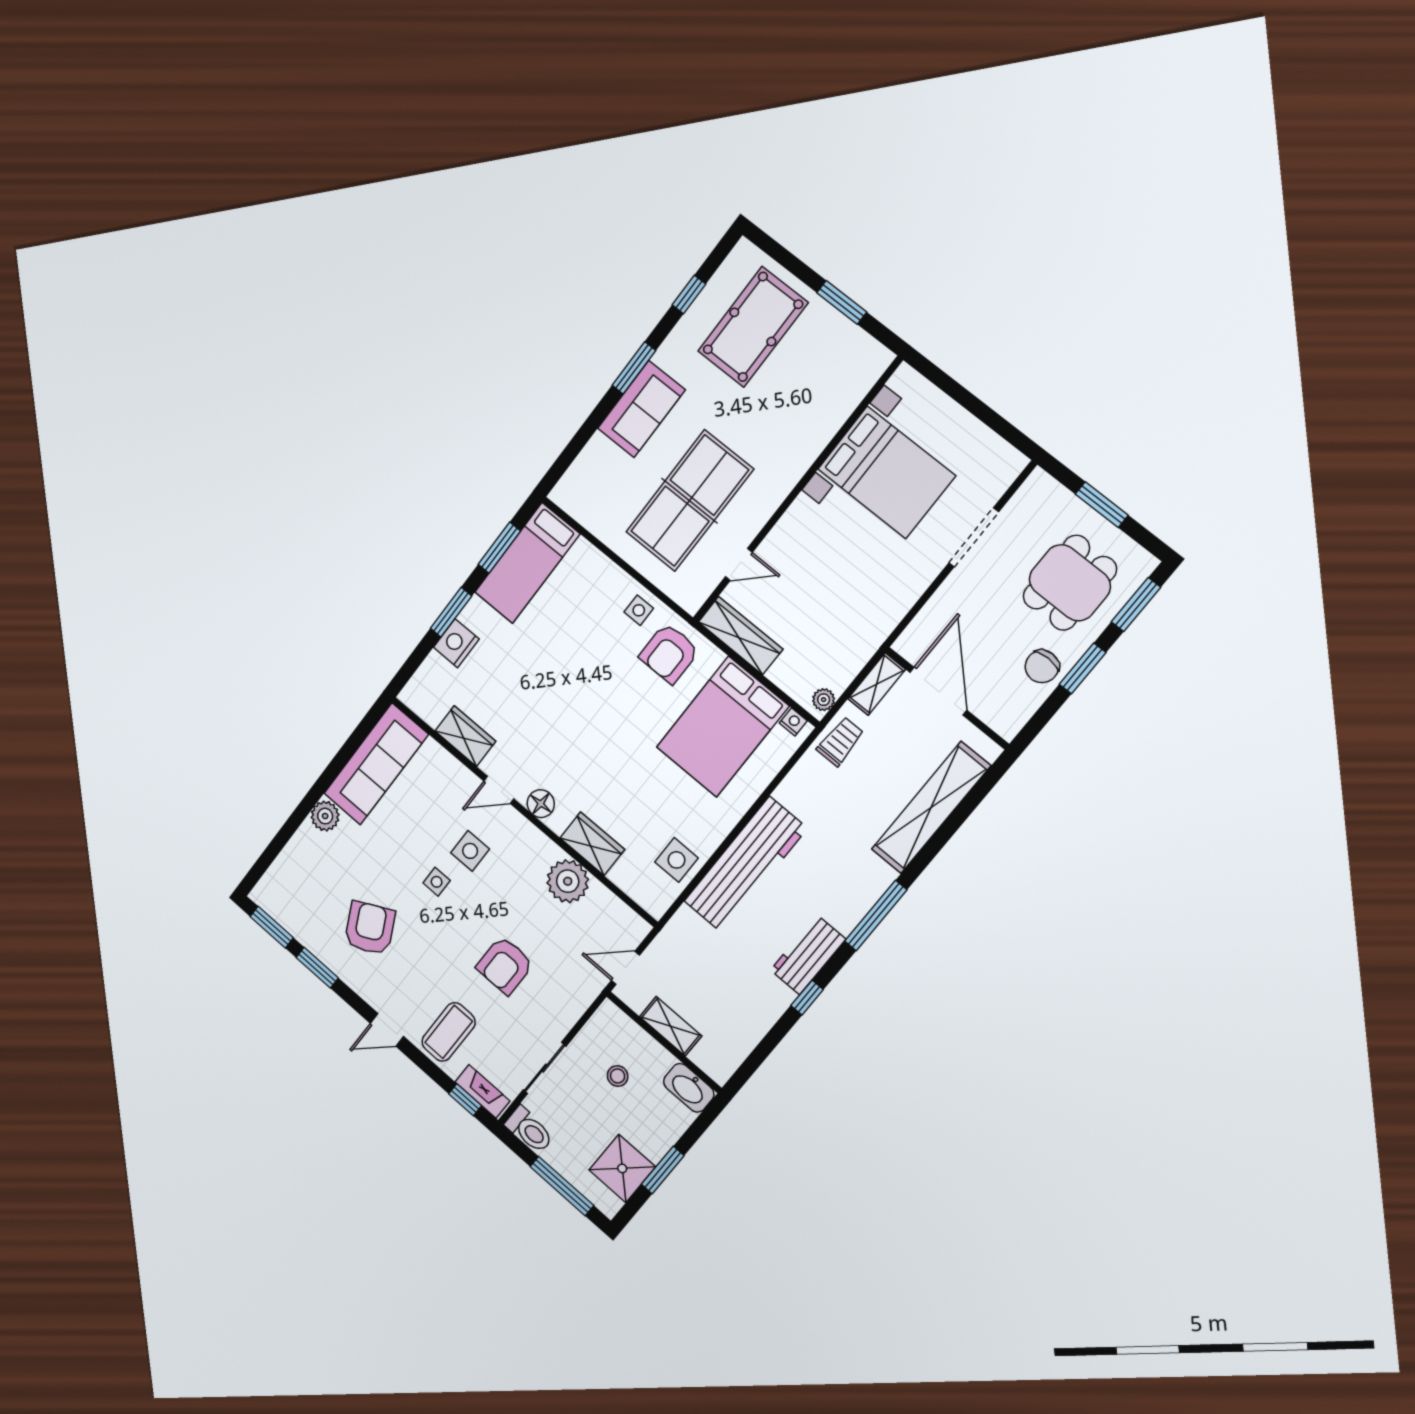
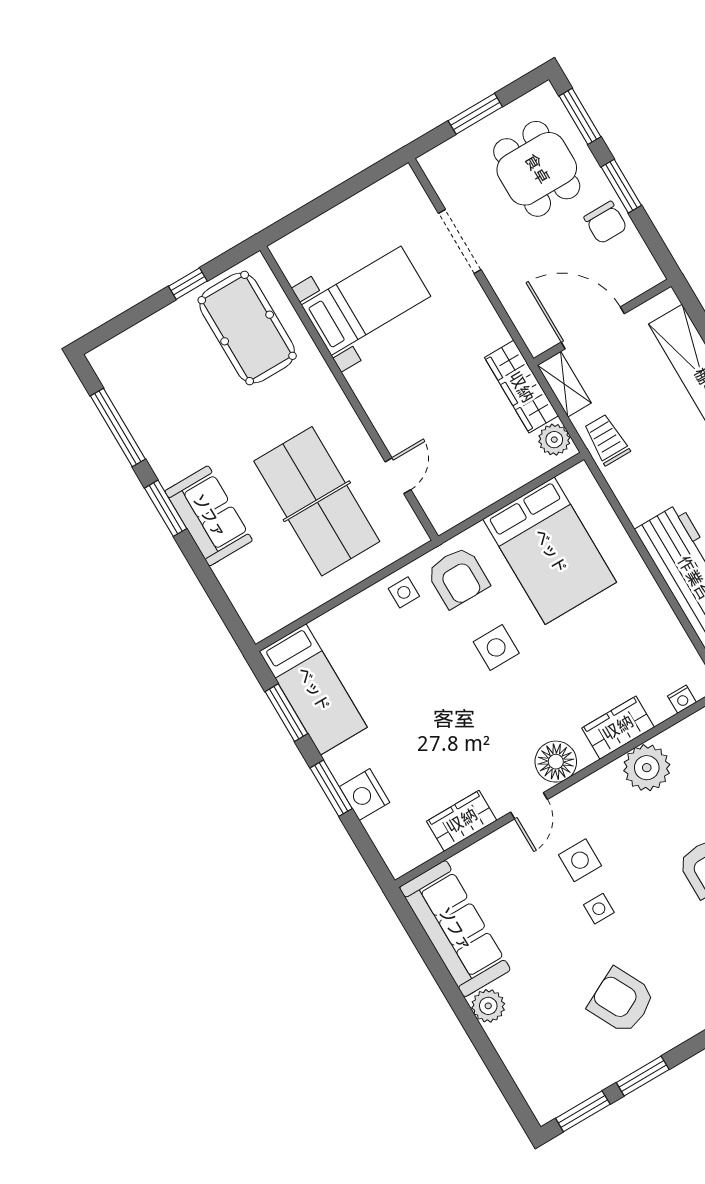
window: (689, 294) -> (118, 427), width x2.17
window: (842, 302) -> (188, 284), width x0.67
pool table: (753, 327) -> (247, 328), moved
bed with nightstands: (886, 472) -> (366, 301), width x0.73
wardrobe: (740, 636) -> (521, 387), moved, turned -90
plant: (824, 700) -> (554, 440), width x1.38, depth x1.38
nightstand: (793, 722) -> (682, 699), moved, turned 180
floor lamp: (541, 804) -> (556, 762), width x1.38, depth x1.38
side table: (677, 860) -> (496, 647), moved

